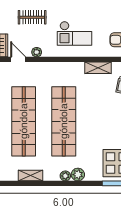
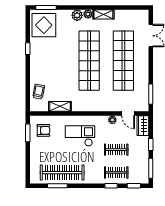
shelving: (30, 176) -> (103, 14), moved

